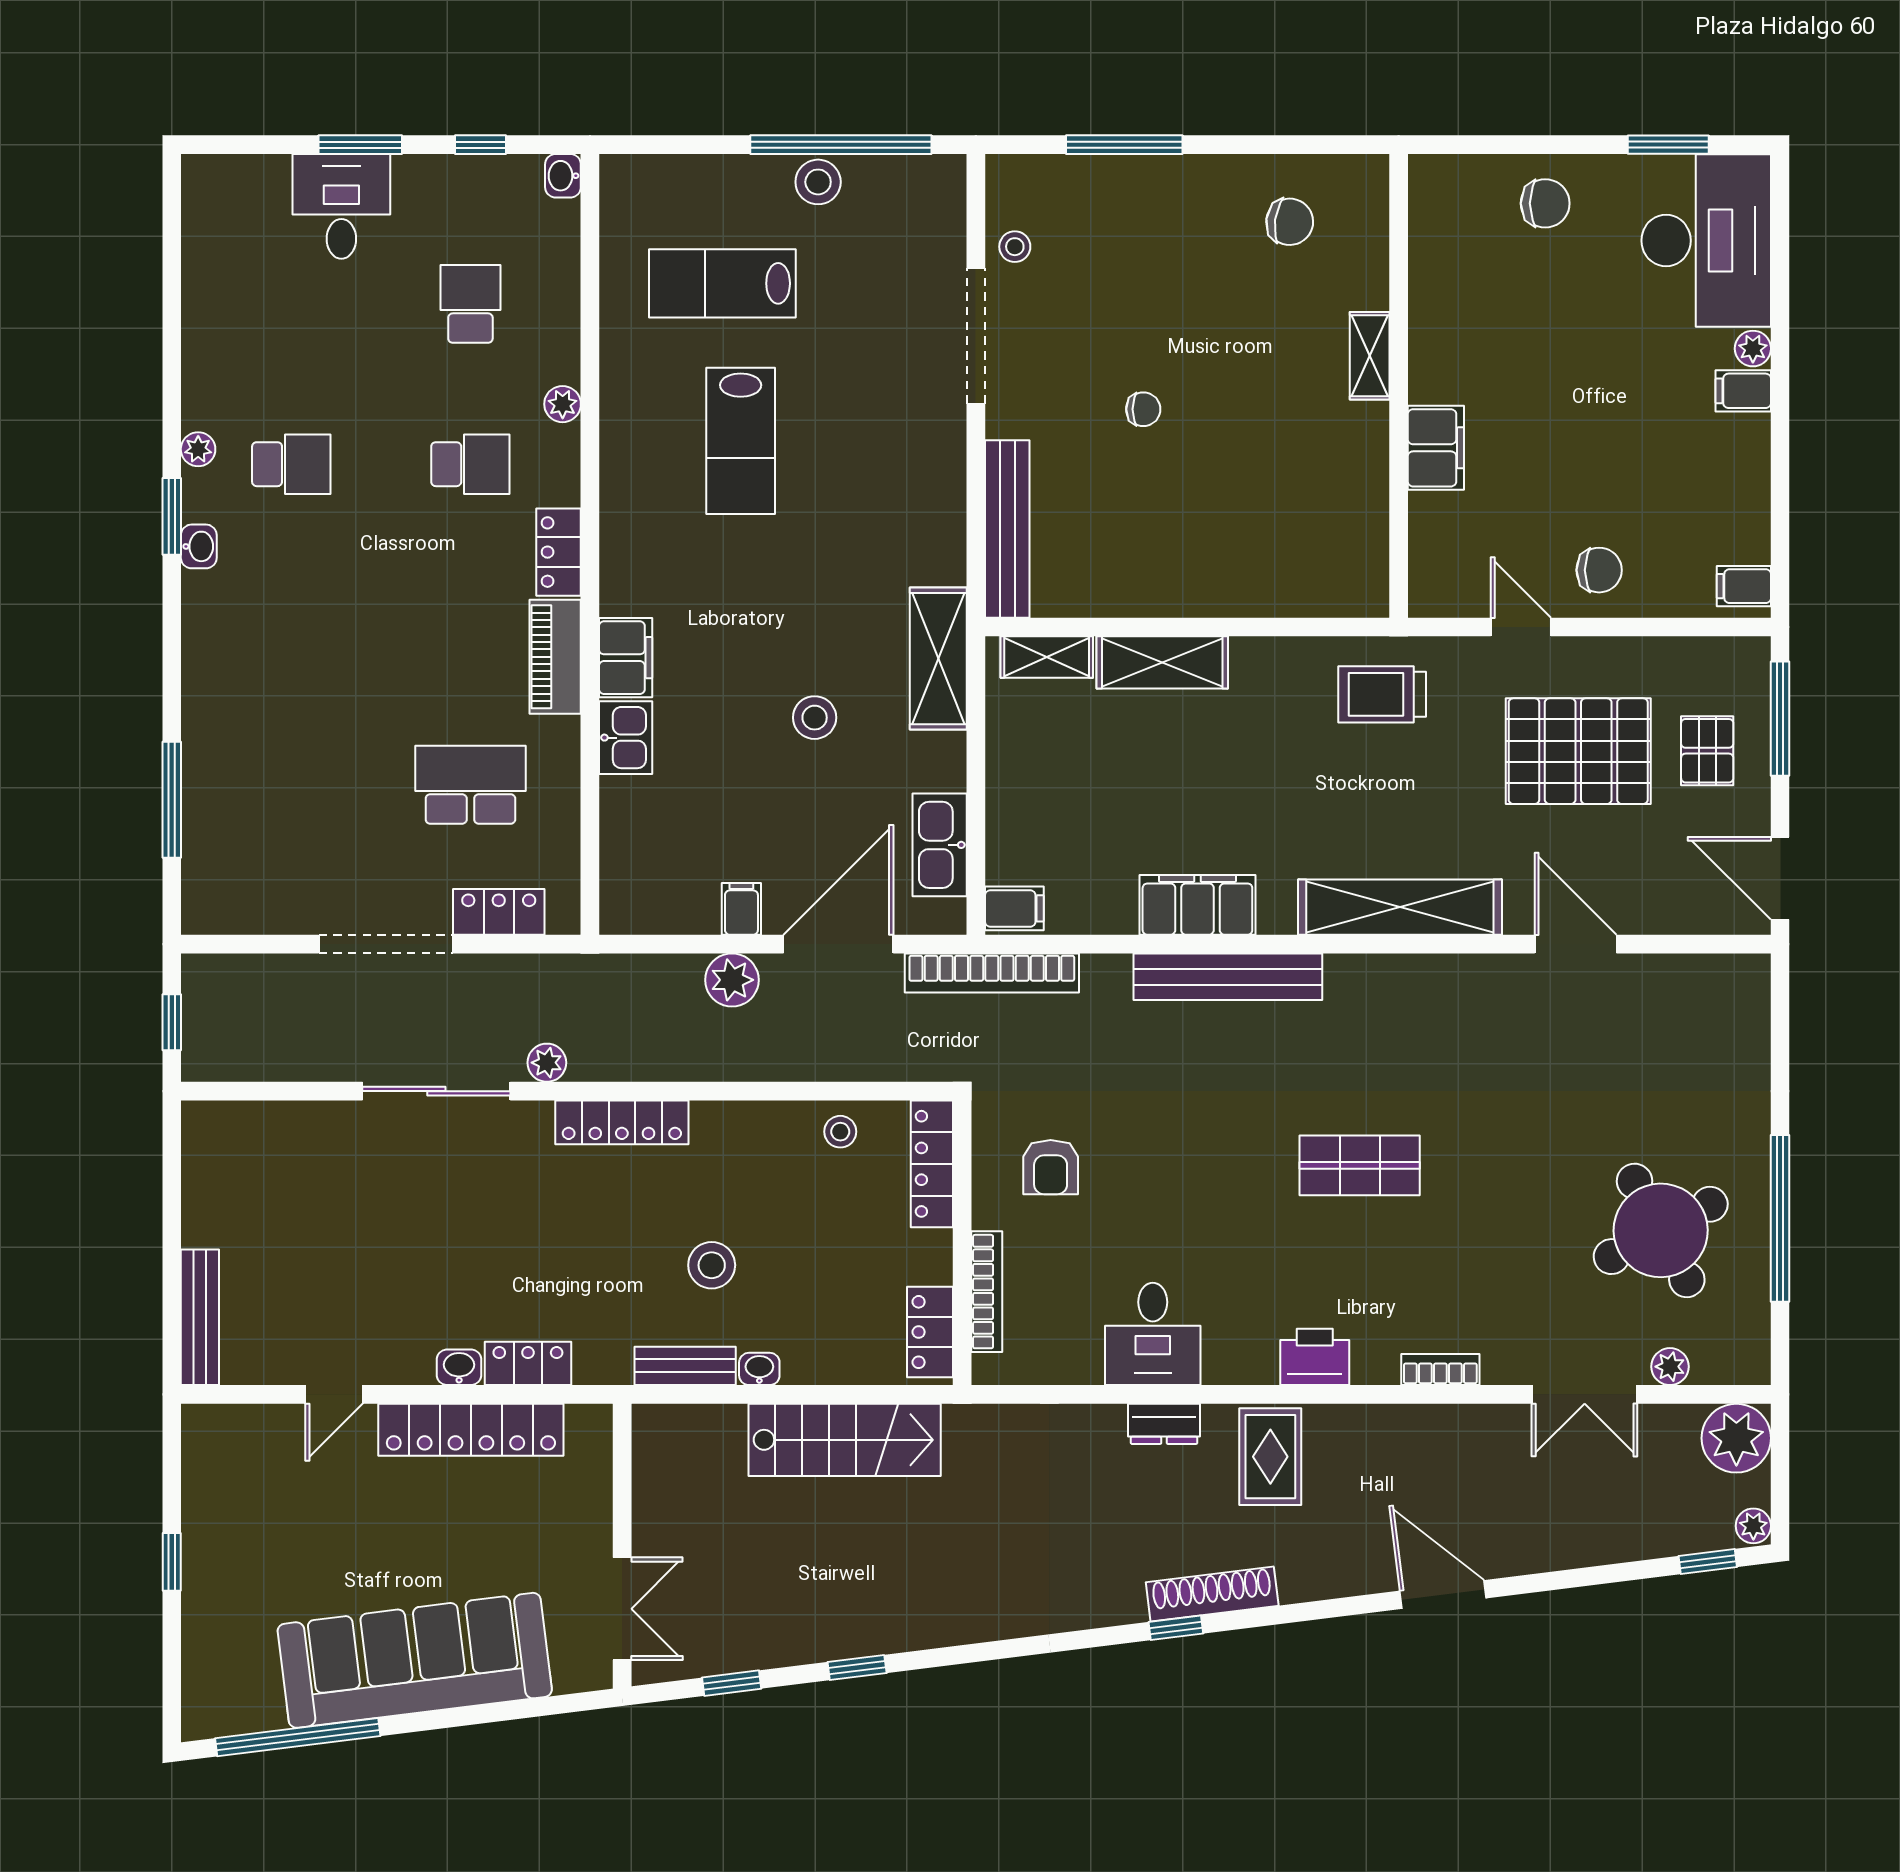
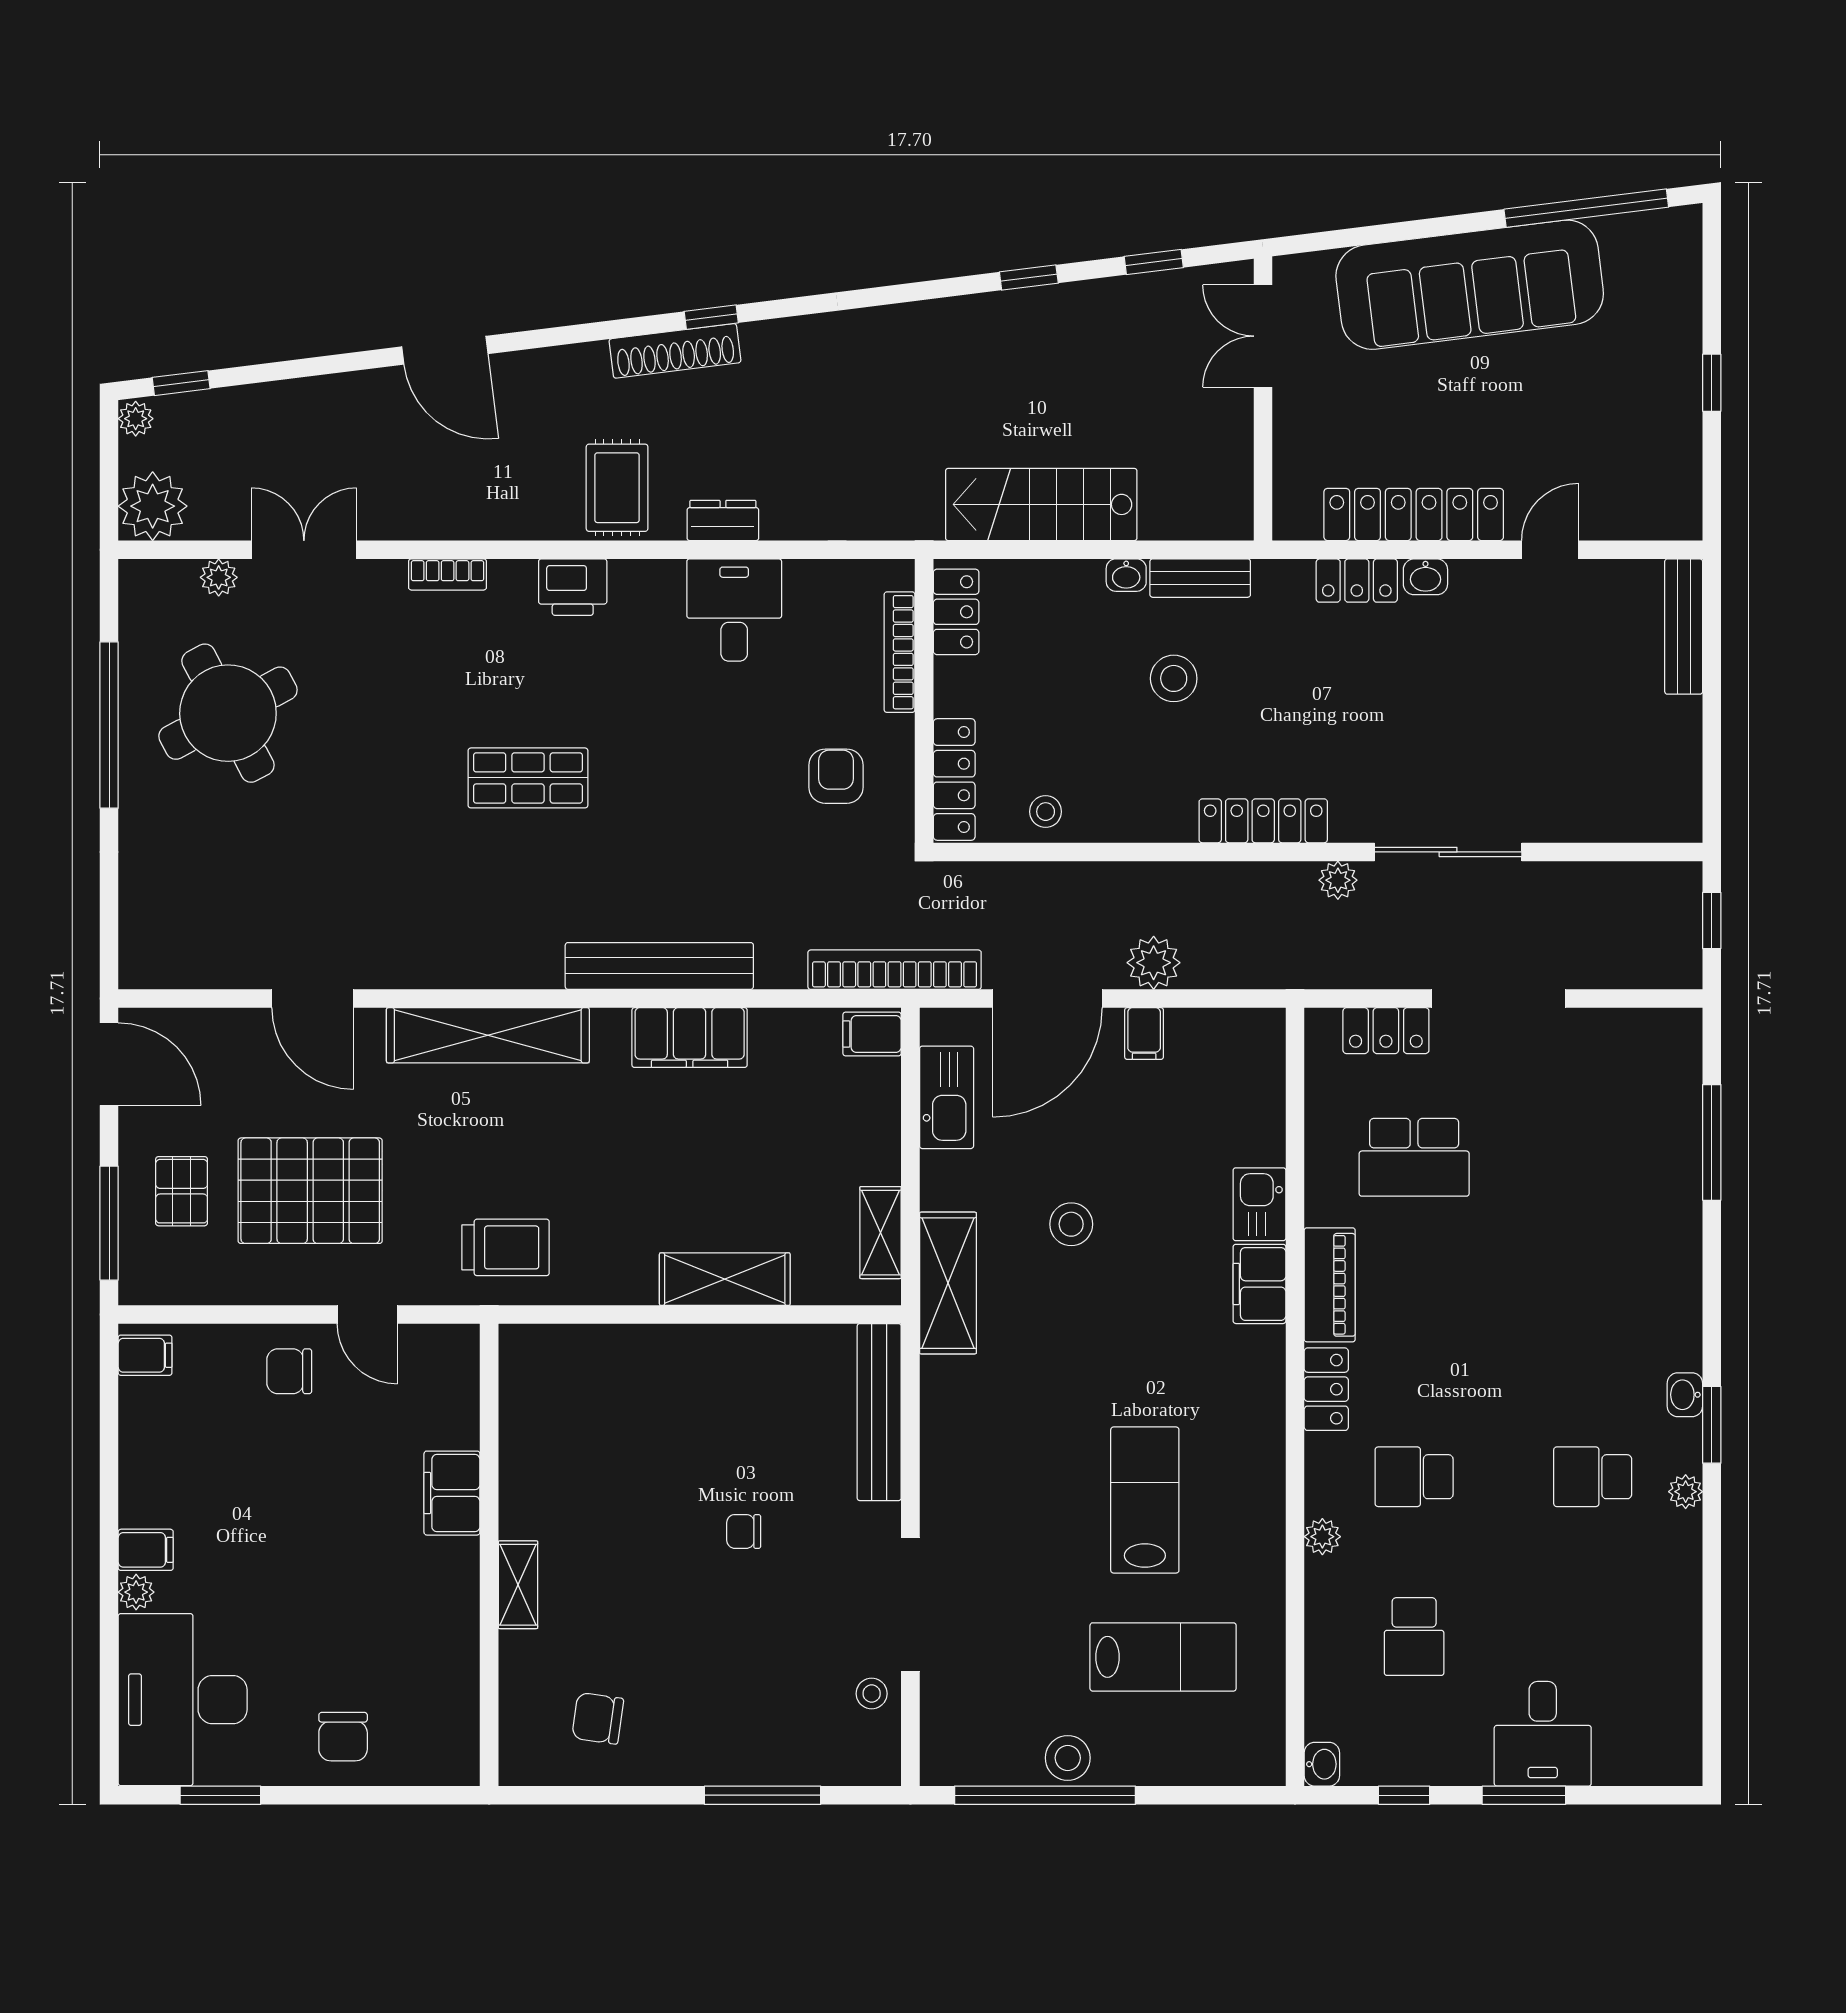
chair: (1545, 203) -> (343, 1737), turned -90
shelving: (1047, 657) -> (881, 1233), moved, turned 90

